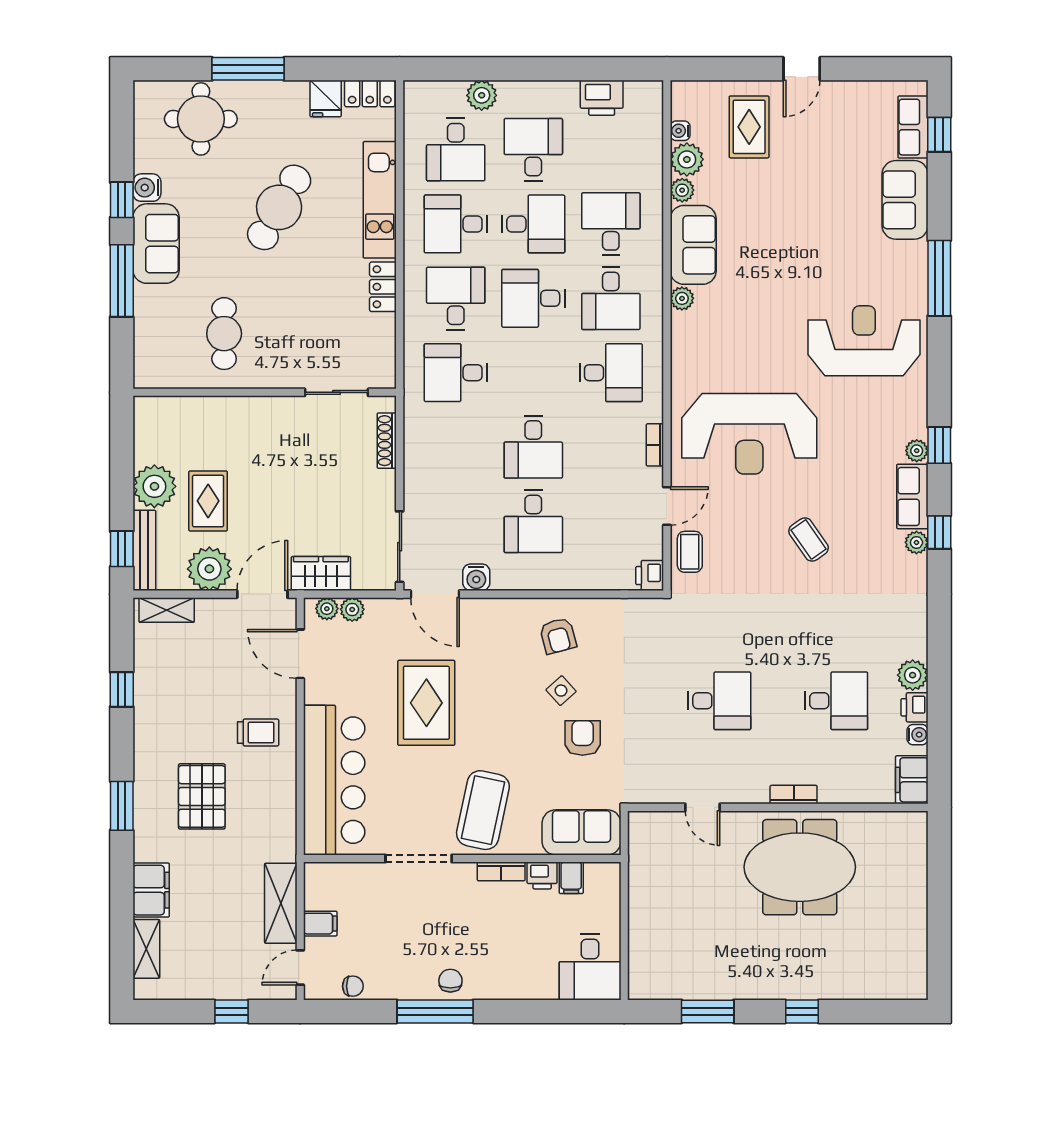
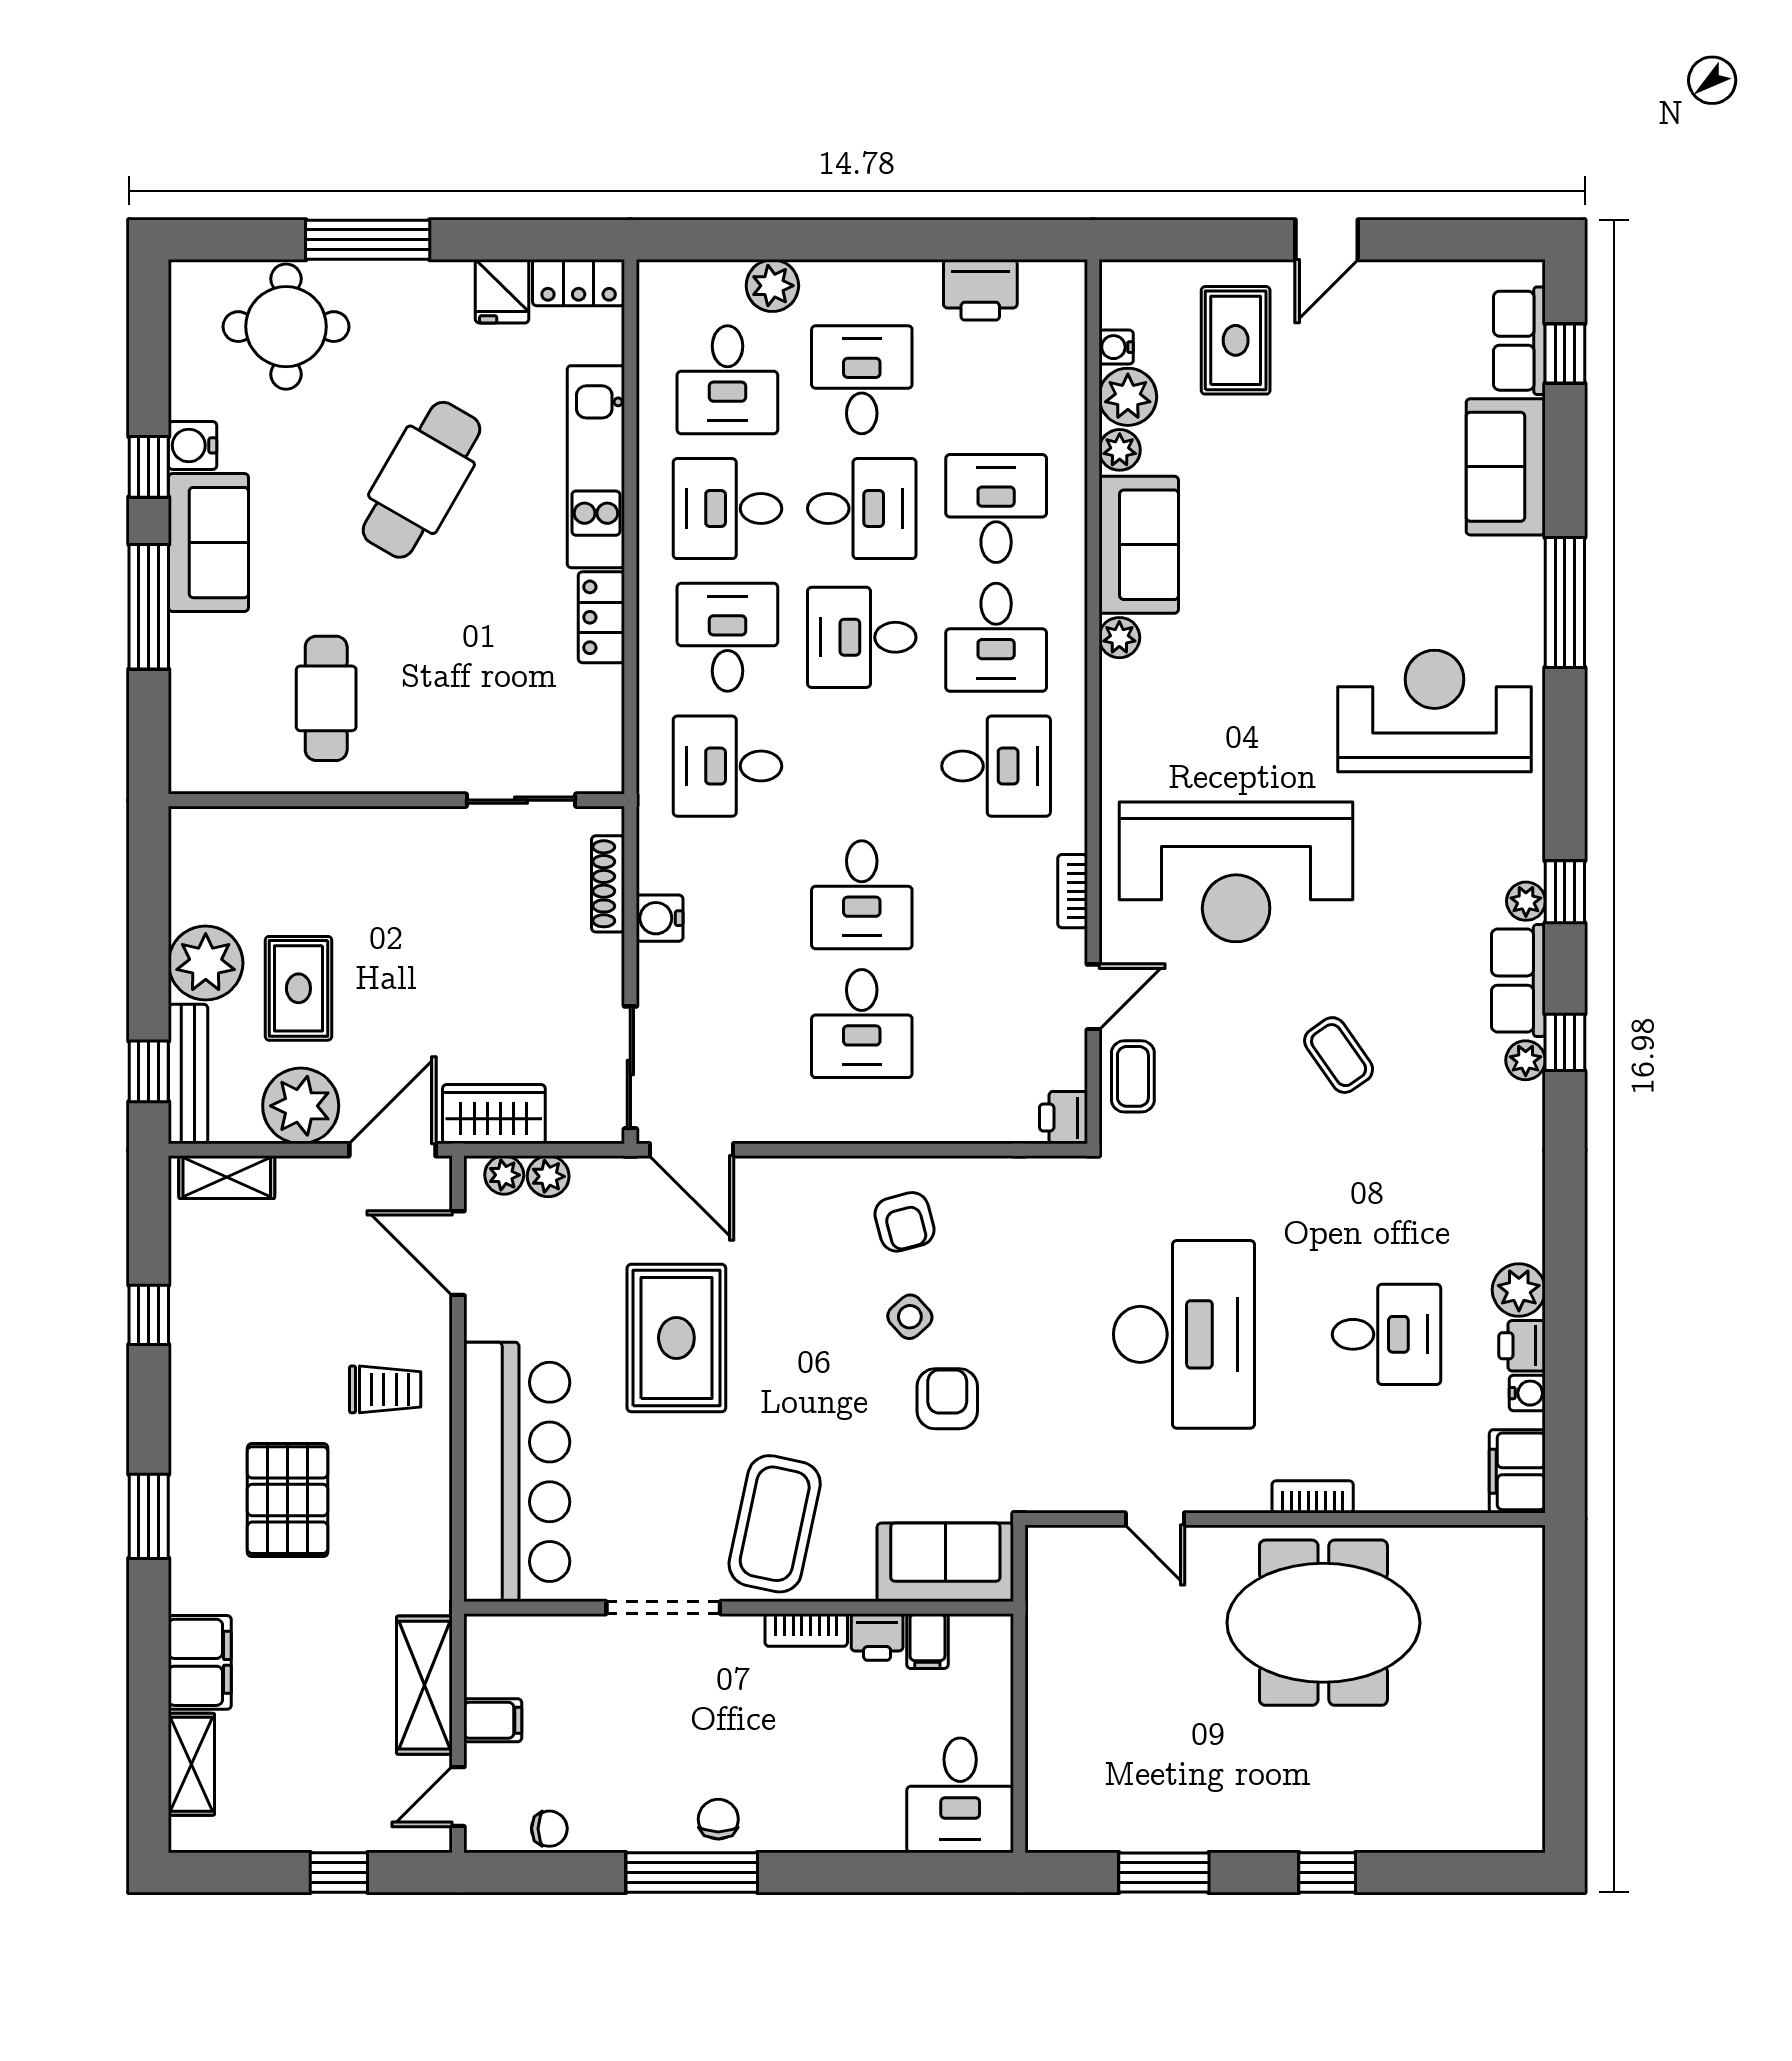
water cooler: (476, 577) -> (660, 918), moved, turned 90
desk: (719, 701) -> (1184, 1334), width x1.87, depth x1.30

